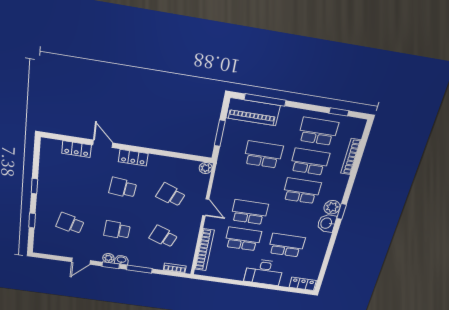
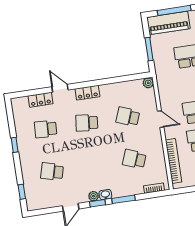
window: (32, 220) -> (22, 192), moved
school desk: (117, 230) -> (46, 129), moved

